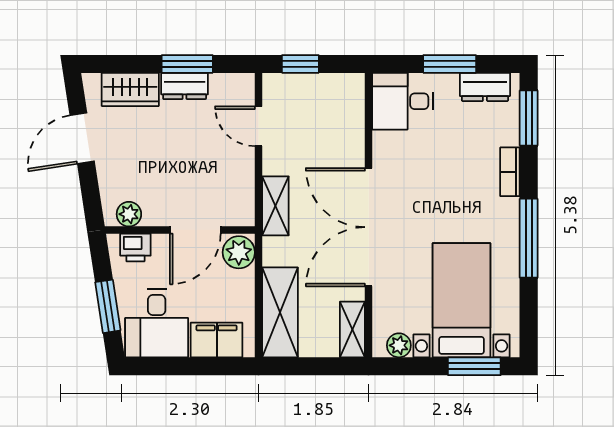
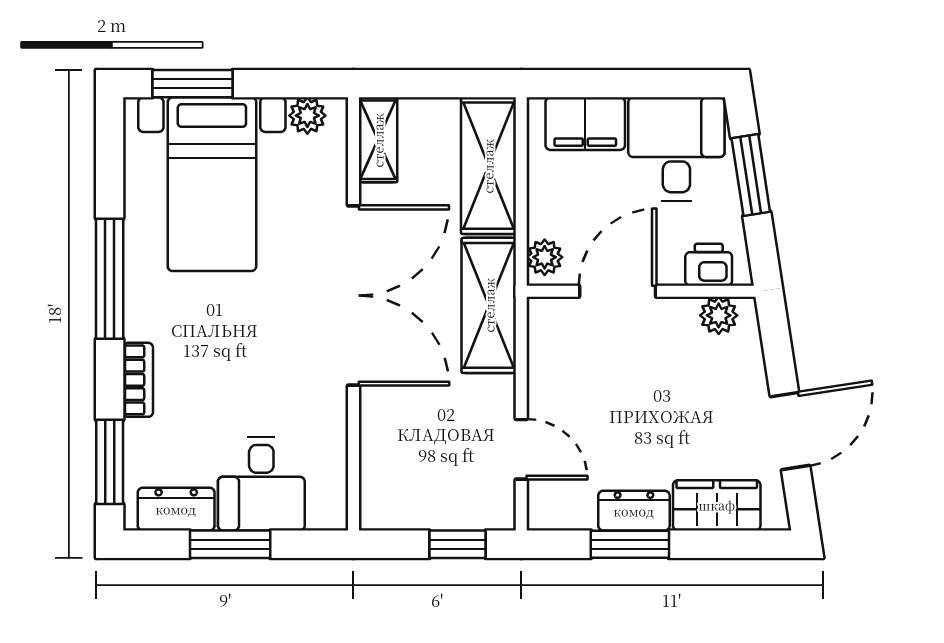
desk: (403, 101) -> (261, 484), moved, turned 90
shelving: (275, 206) -> (489, 305), width x1.50, depth x1.33
plant: (239, 252) -> (545, 257), width x0.73, depth x0.73

